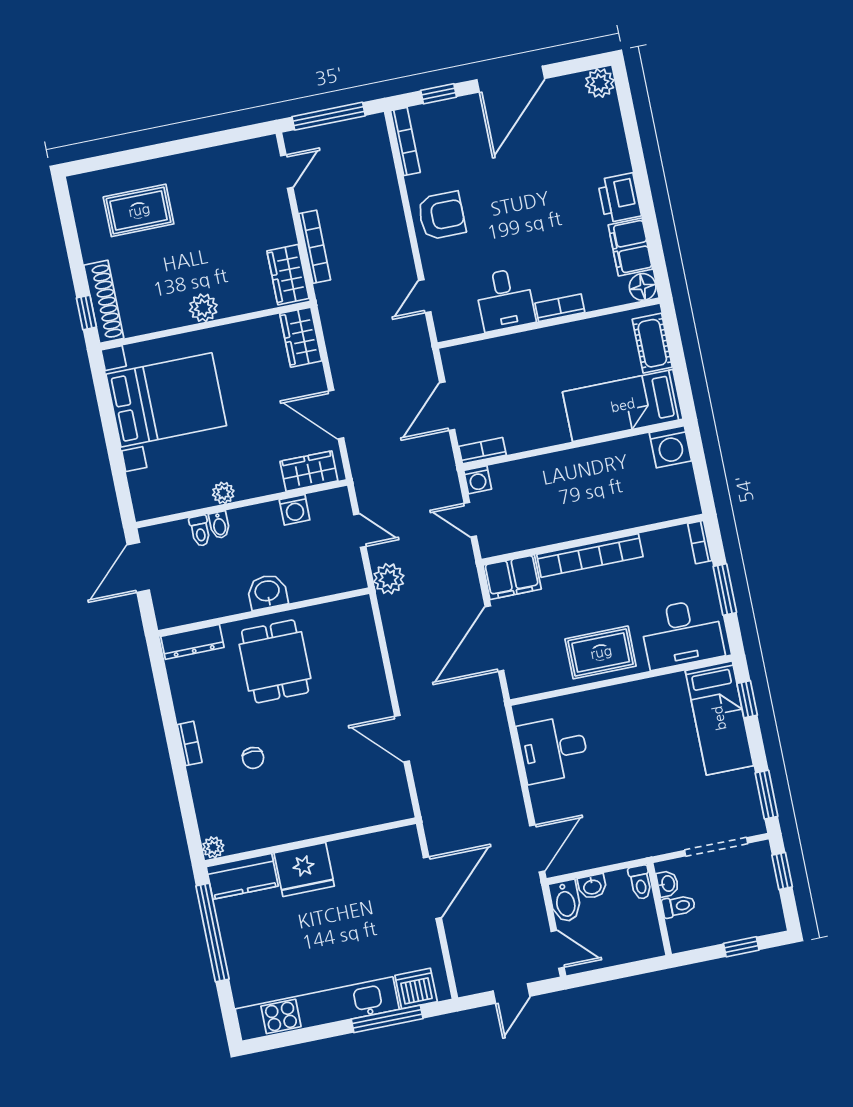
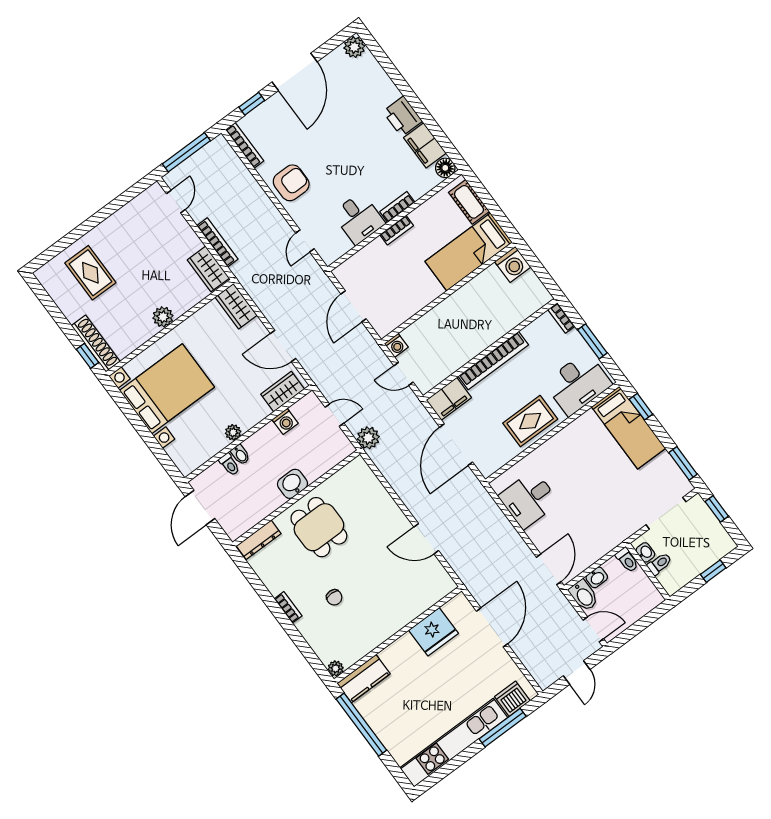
rug: (139, 210) -> (90, 273), turned 90
bookcase: (482, 451) -> (397, 230), moved, turned 180
fridge: (304, 869) -> (433, 632), moved

